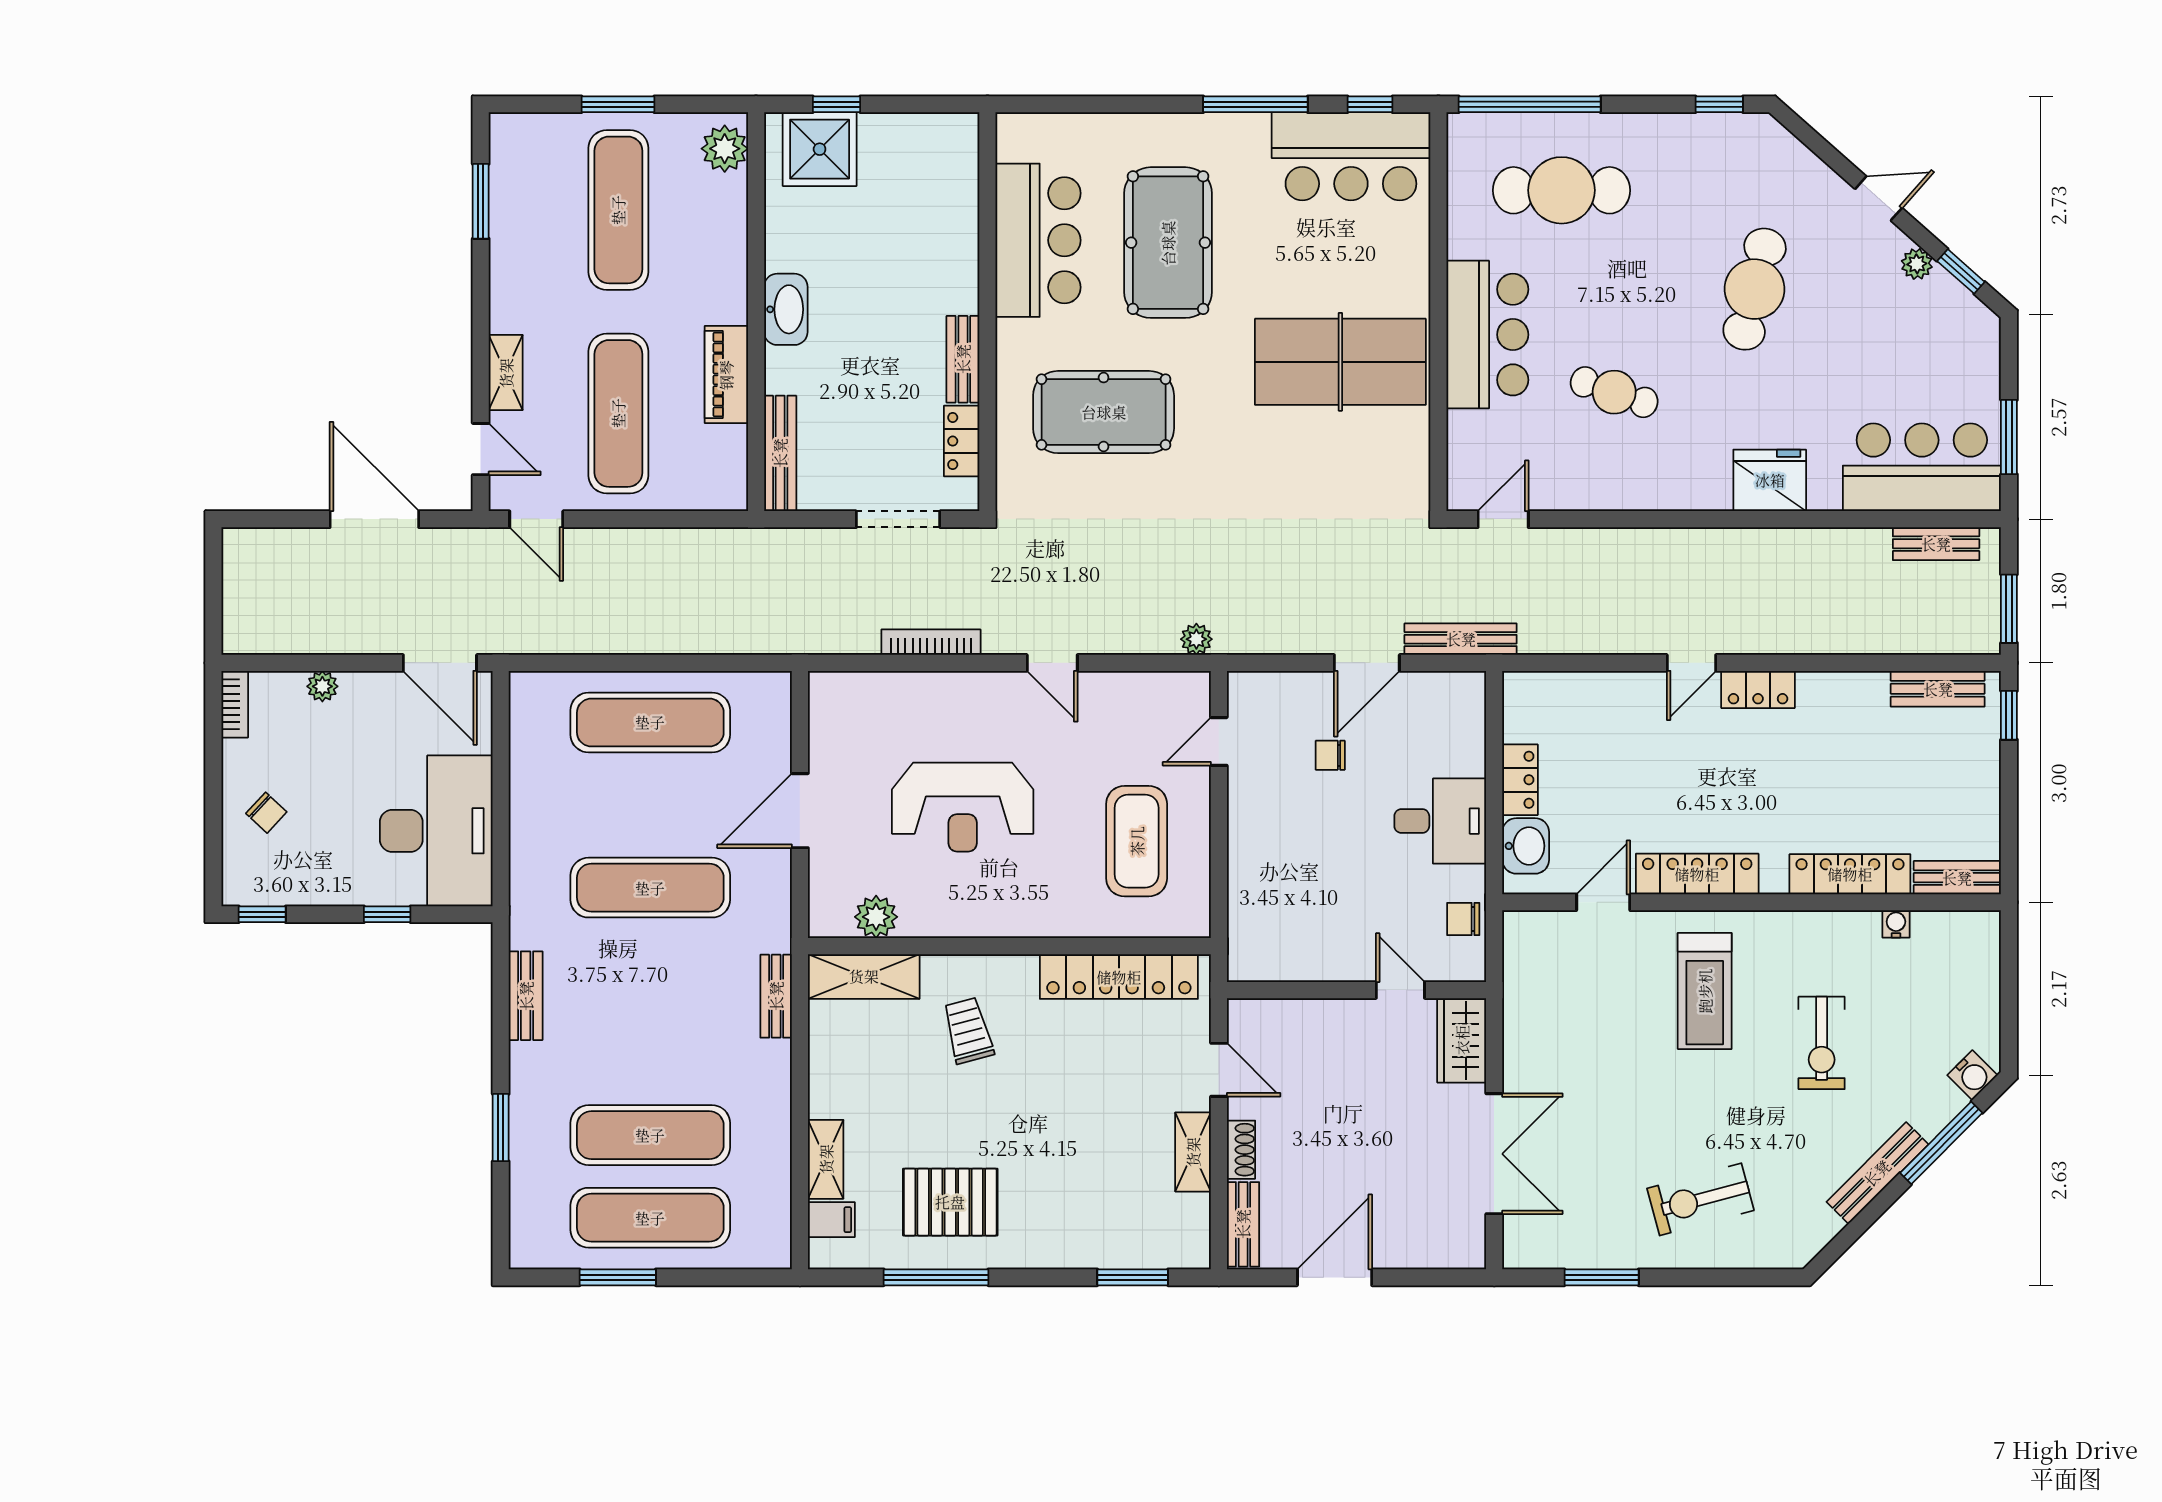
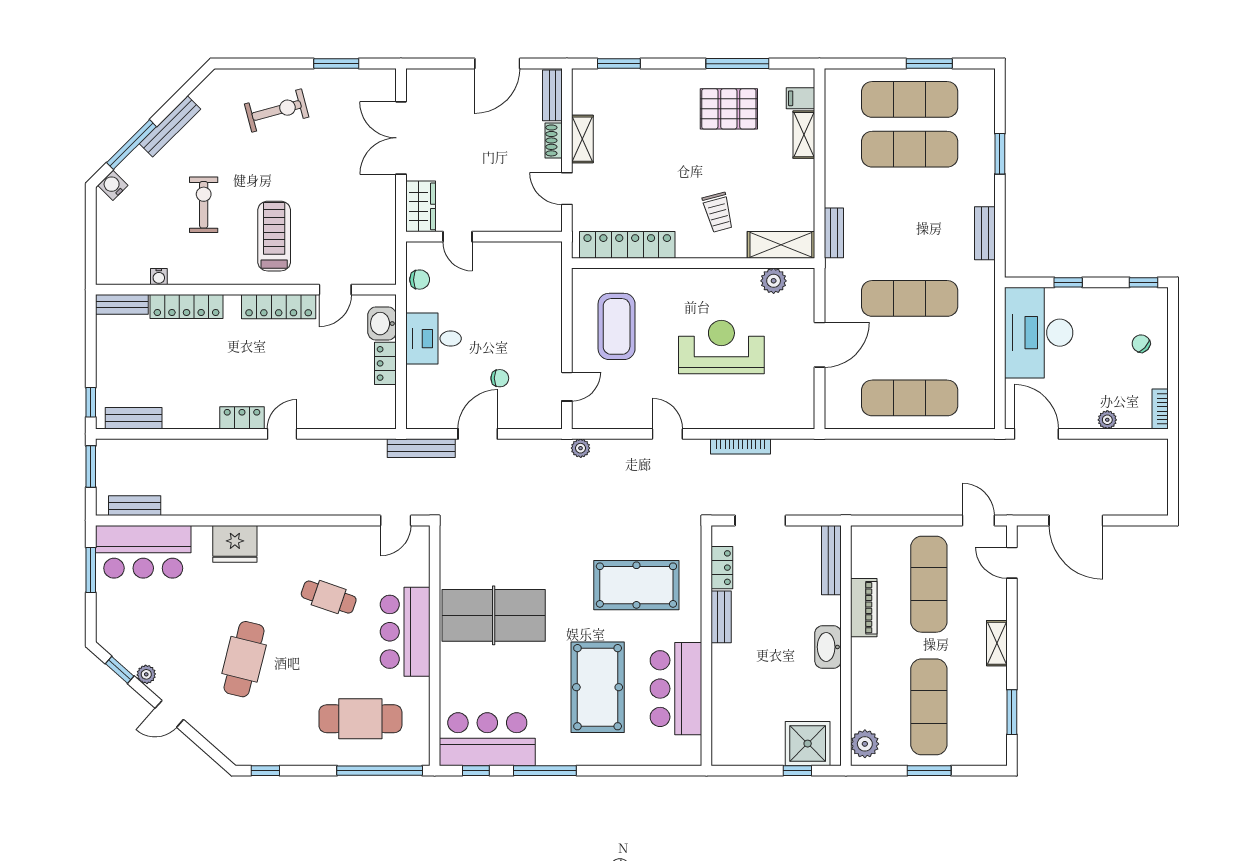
shelving: (506, 373) -> (997, 643), moved

